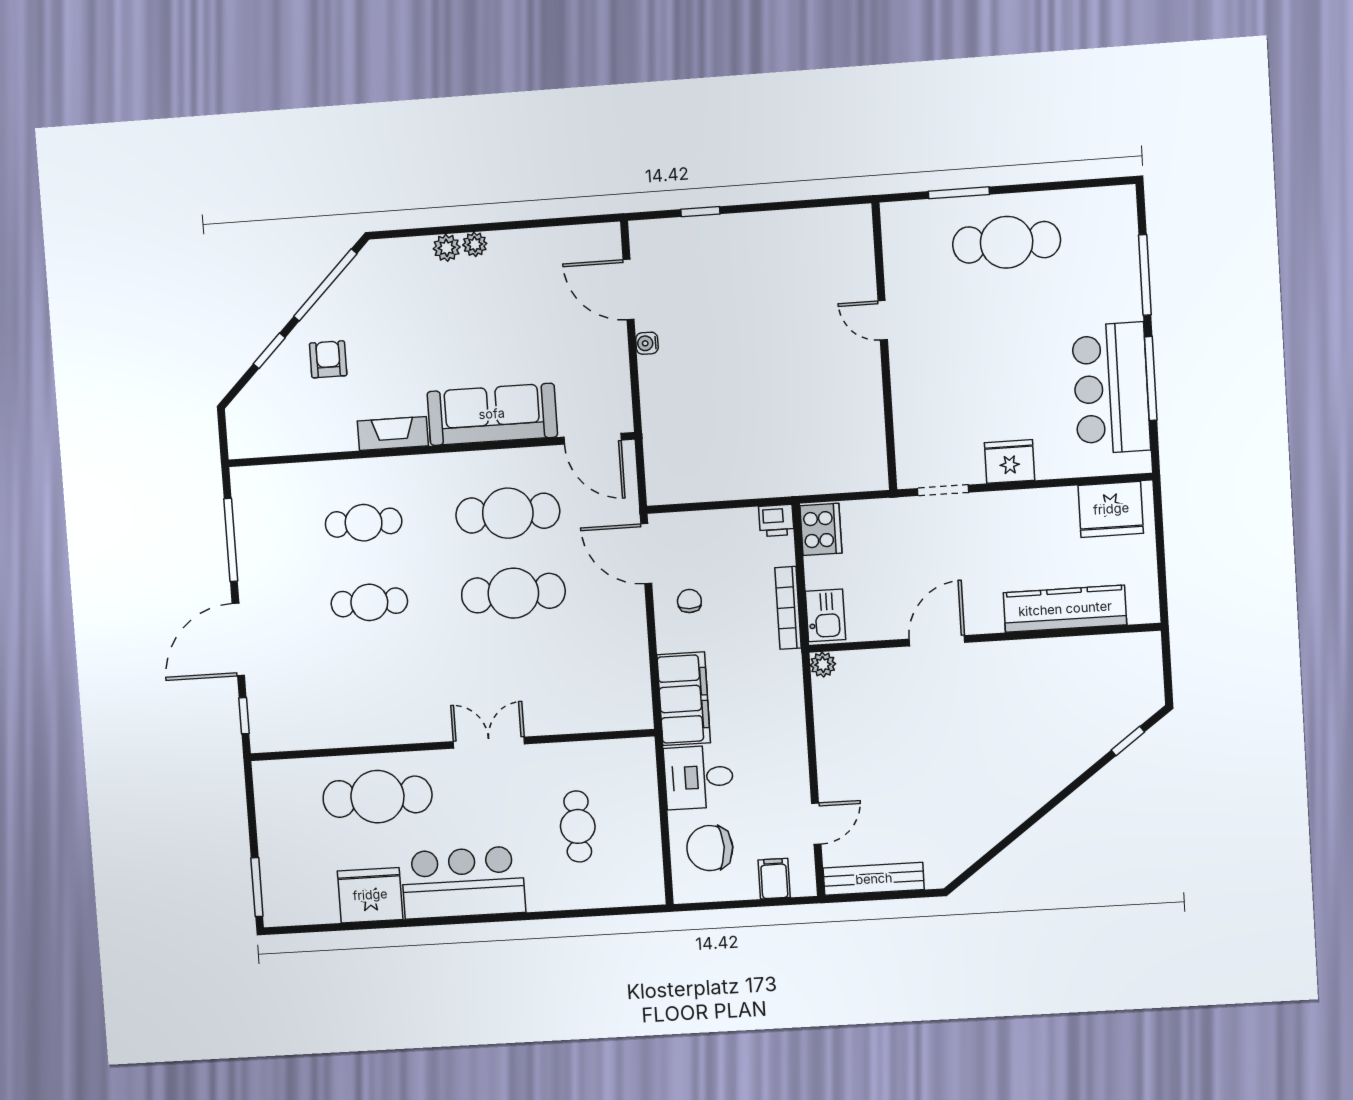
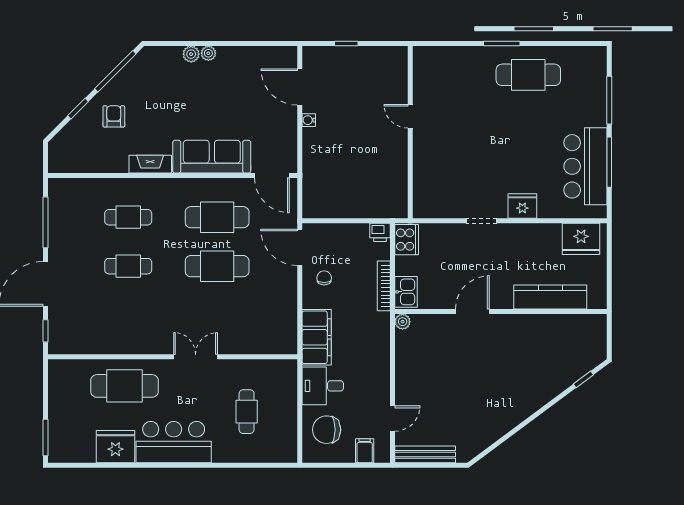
door: (883, 320) -> (410, 116), moved
wall: (884, 347) -> (410, 132), moved

